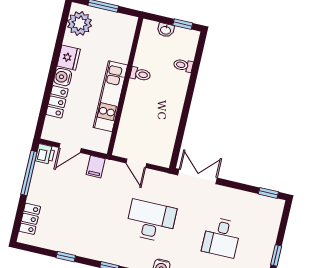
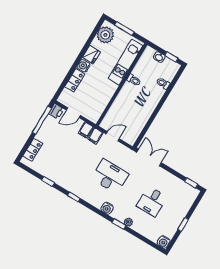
kitchen unit: (110, 96) -> (126, 62), moved
door: (136, 163) -> (113, 136), swing flipped
filing cabinet: (112, 171) -> (95, 136), added

